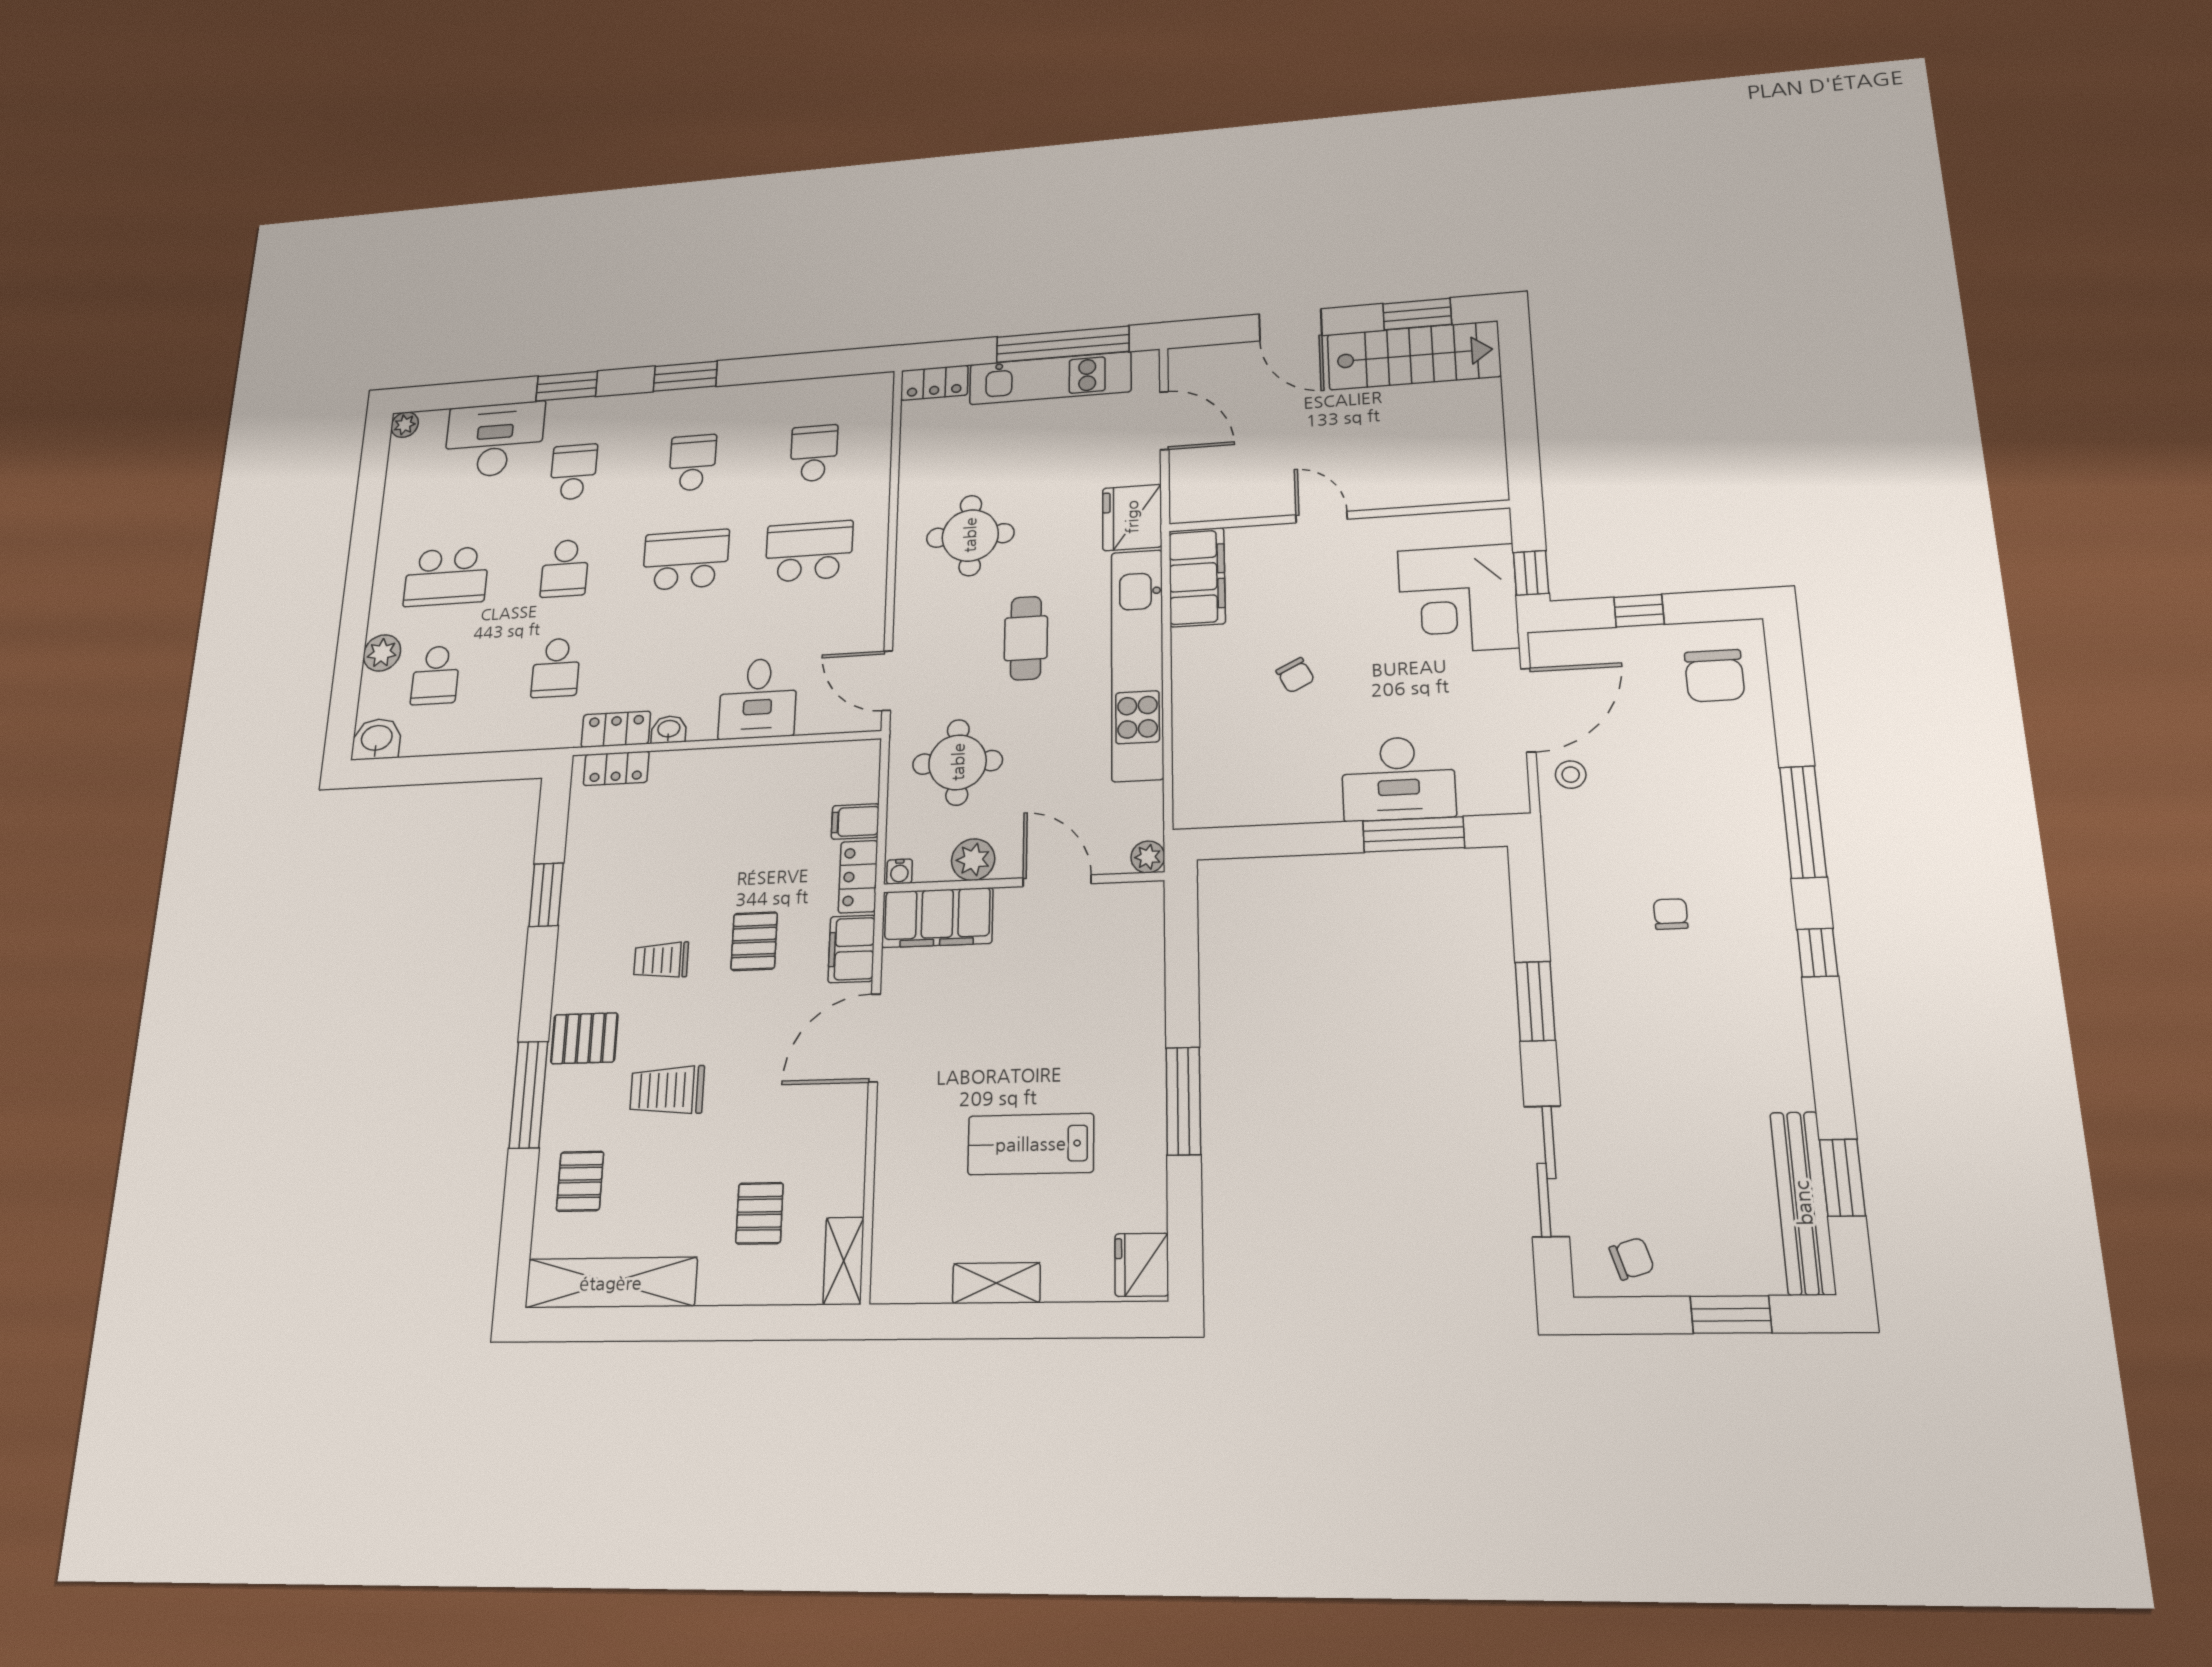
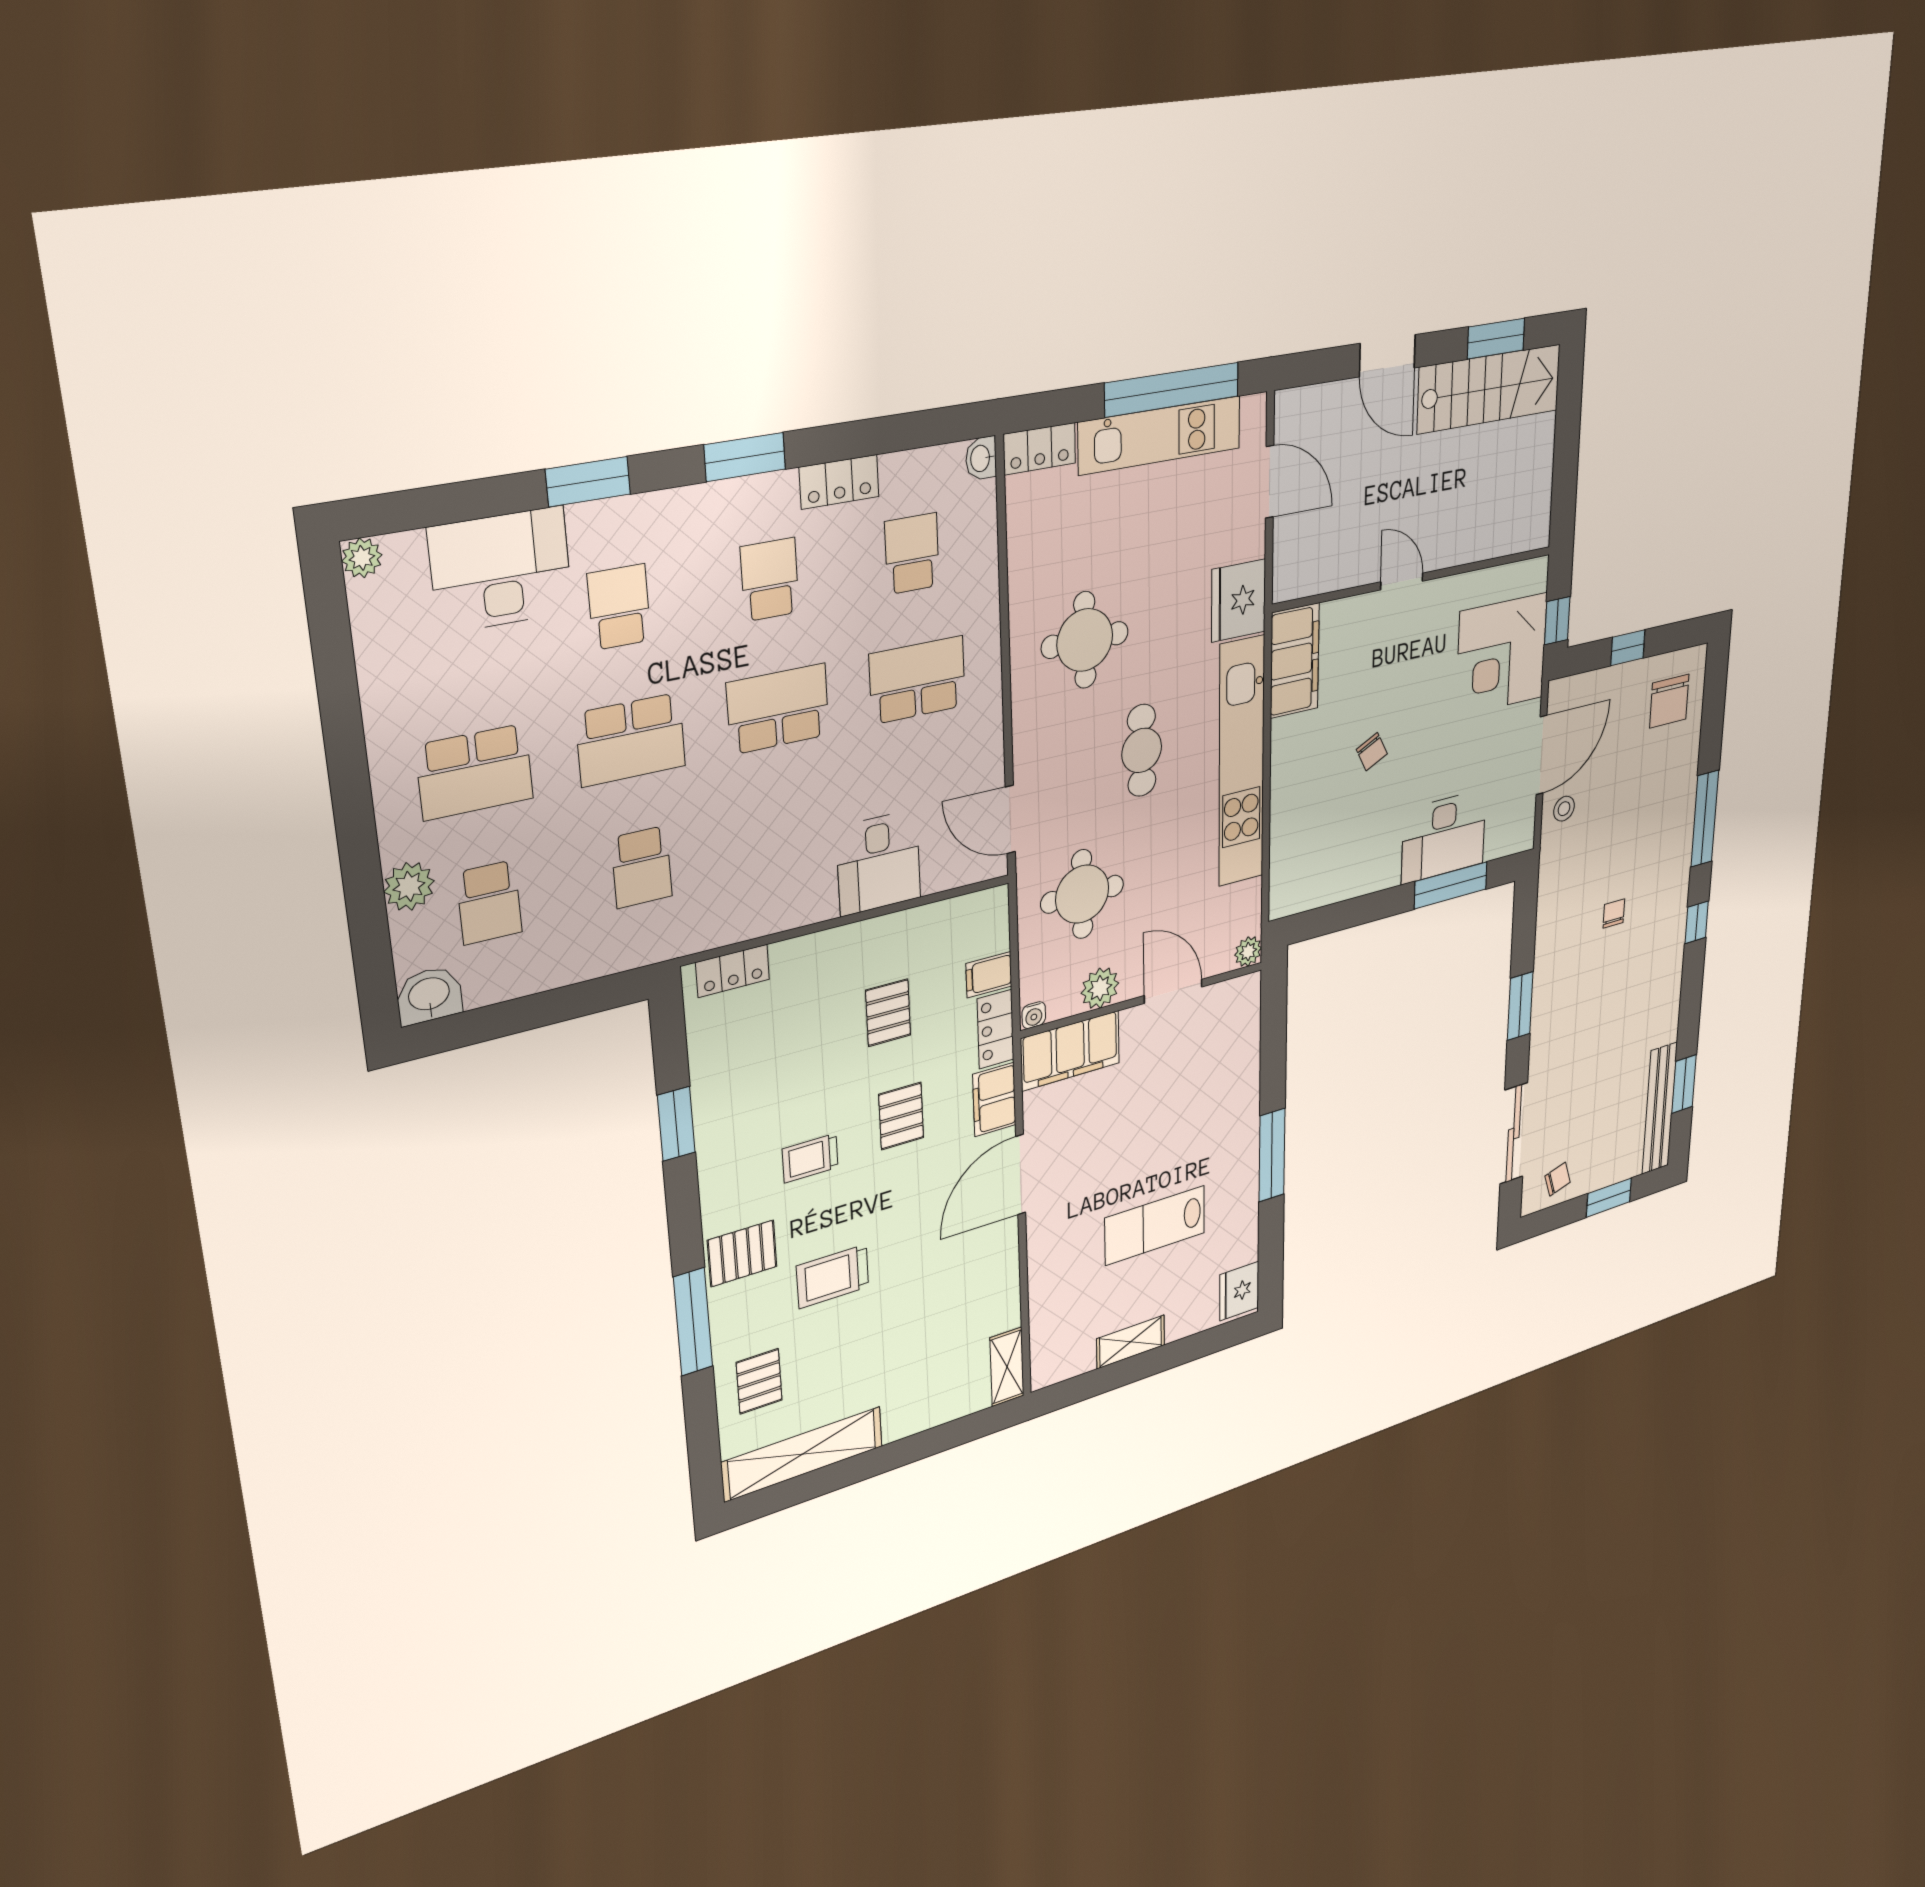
school desk: (565, 568) -> (631, 740), width x1.85
locker: (616, 729) -> (839, 482), moved, turned 180
washbasin: (669, 729) -> (981, 458), moved, turned -90
pallet: (760, 1213) -> (888, 1013), moved

